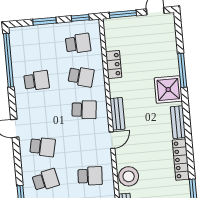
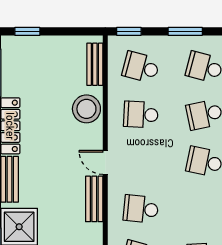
door: (112, 140) -> (105, 162), hinge flipped

